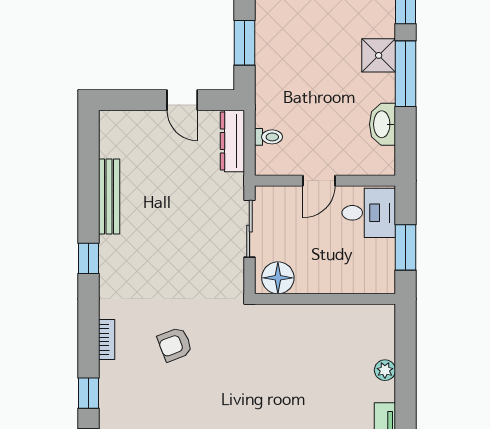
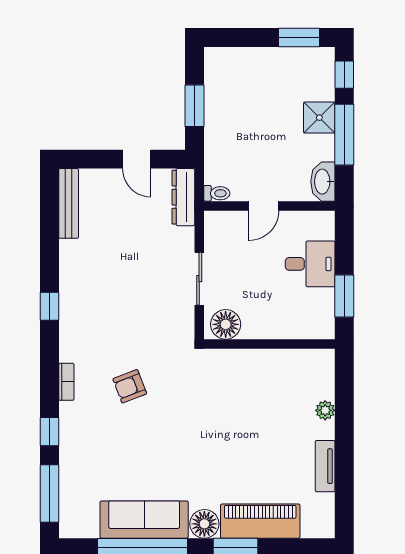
door: (319, 181) -> (264, 206), moved
wall: (325, 181) -> (269, 206), moved
bench: (109, 196) -> (69, 203), moved

